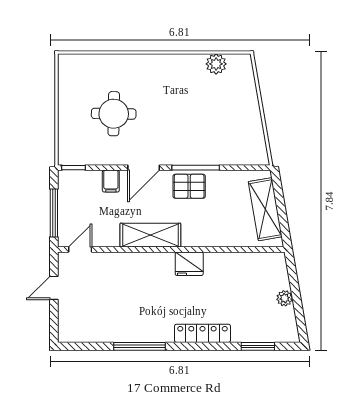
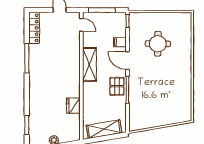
plant: (216, 64) -> (186, 101), removed
fridge: (189, 264) -> (73, 106), moved
locker: (202, 333) -> (34, 28), moved

